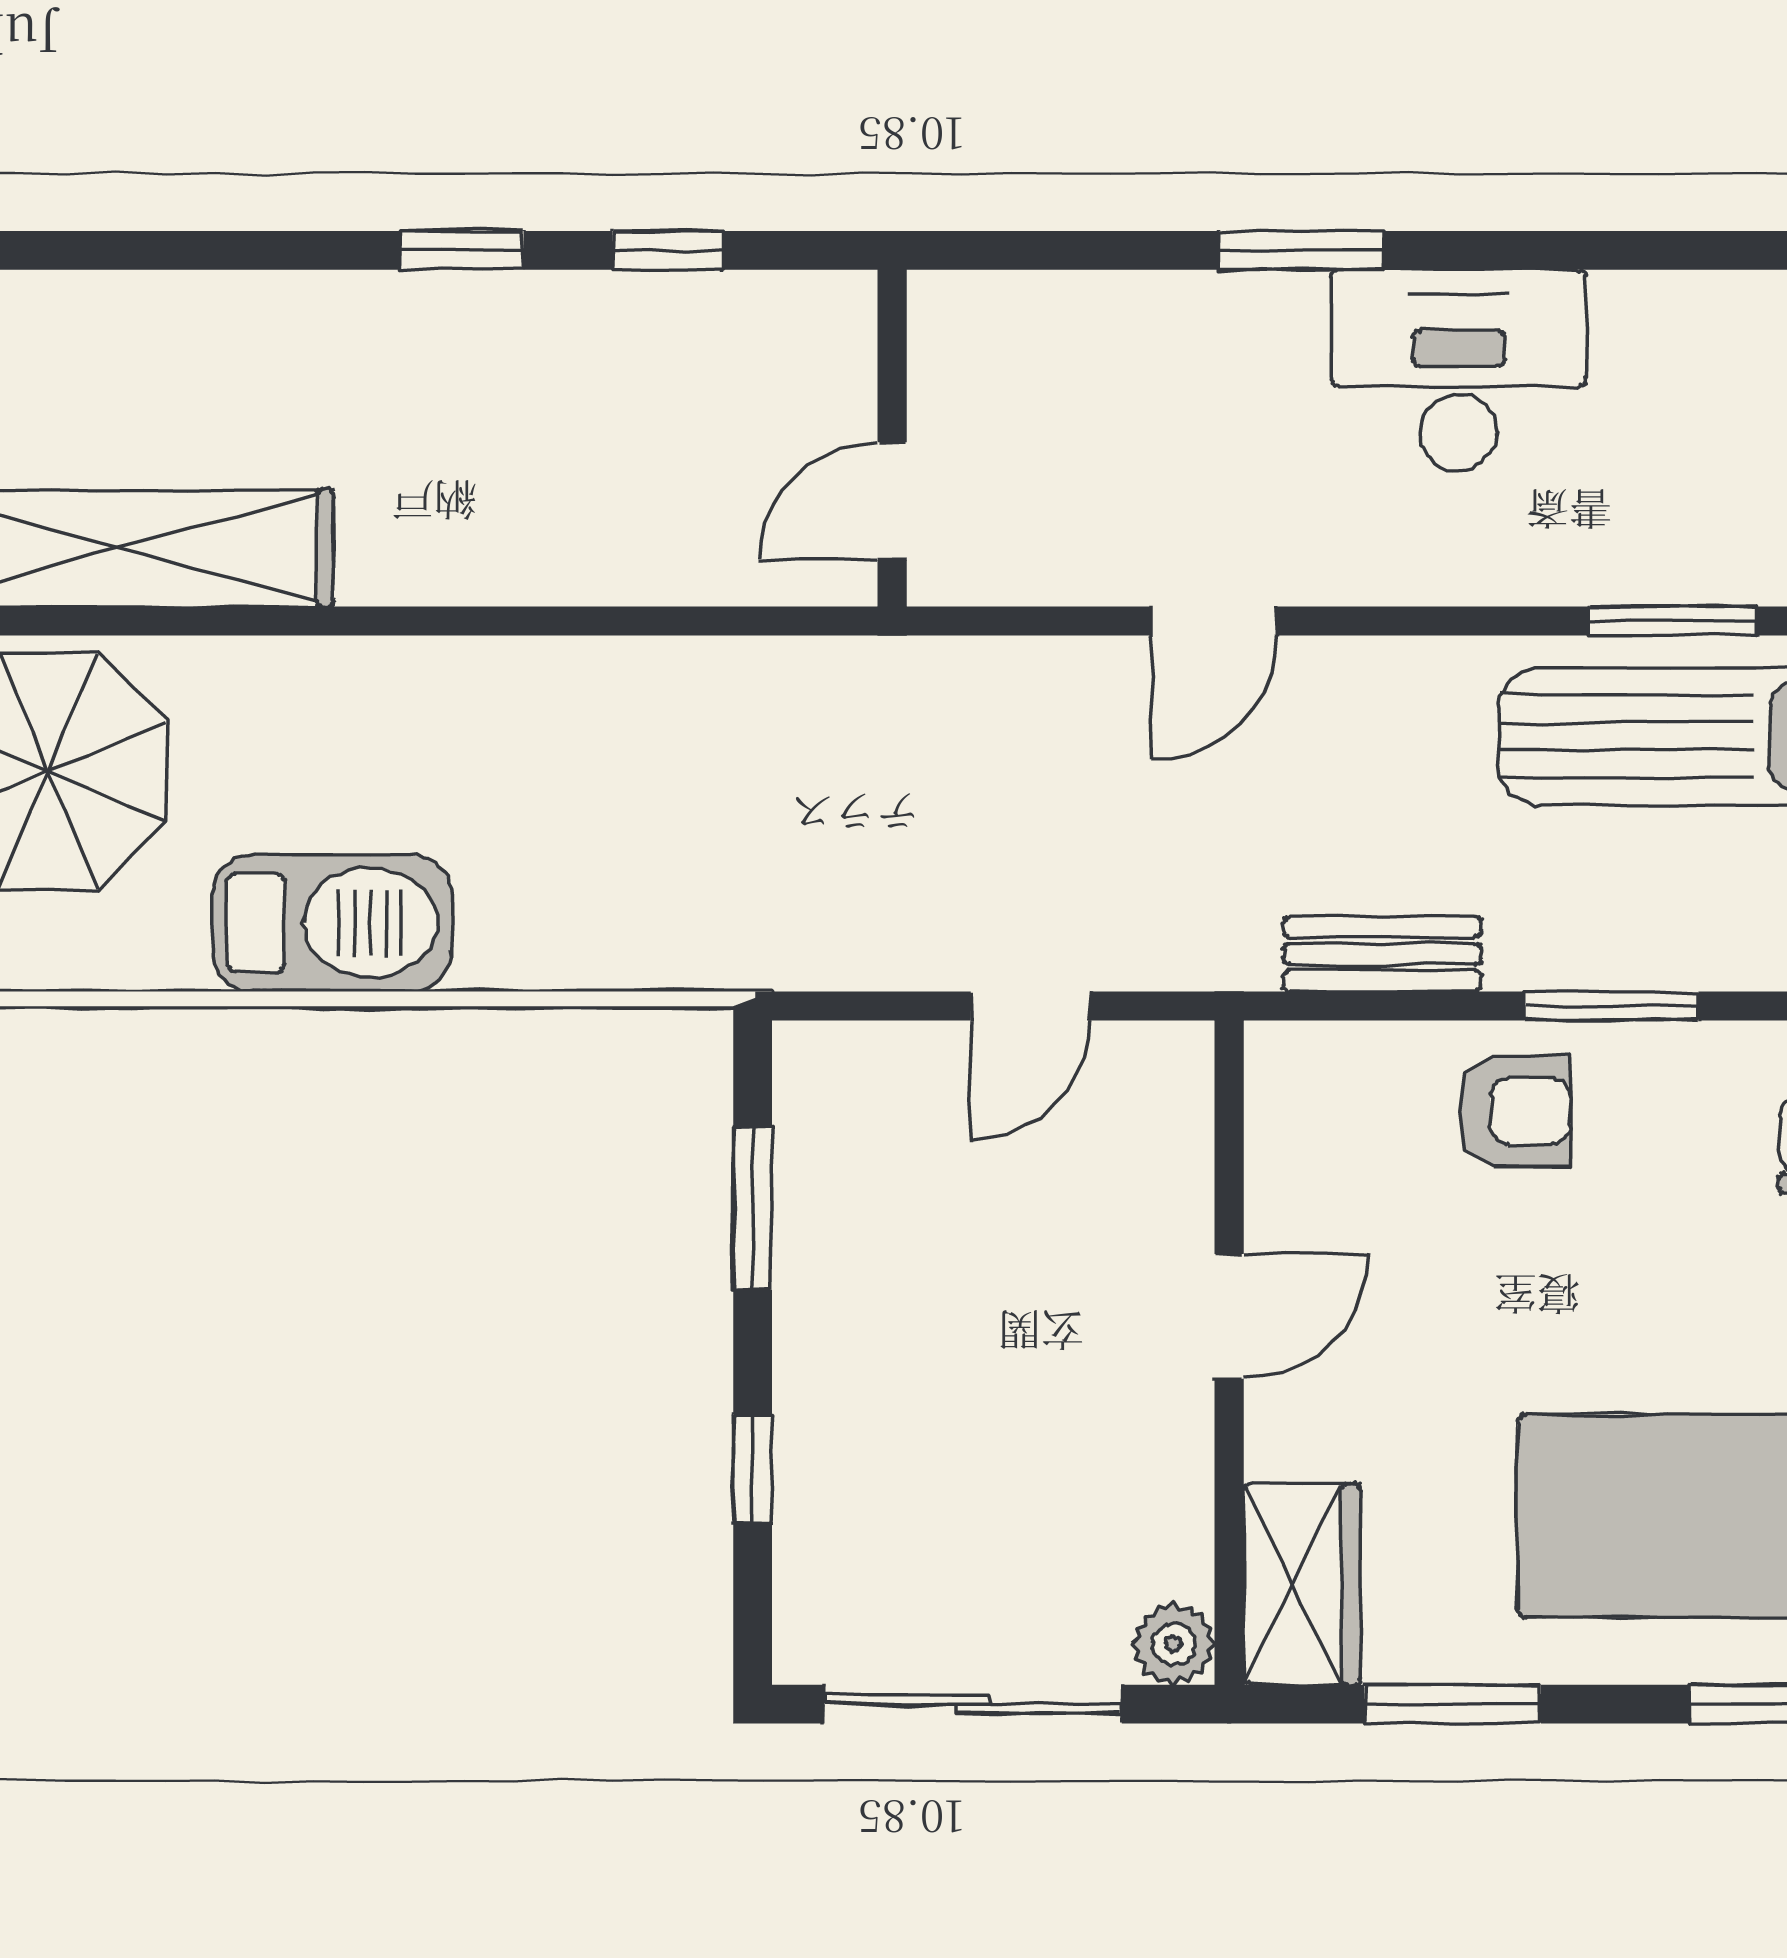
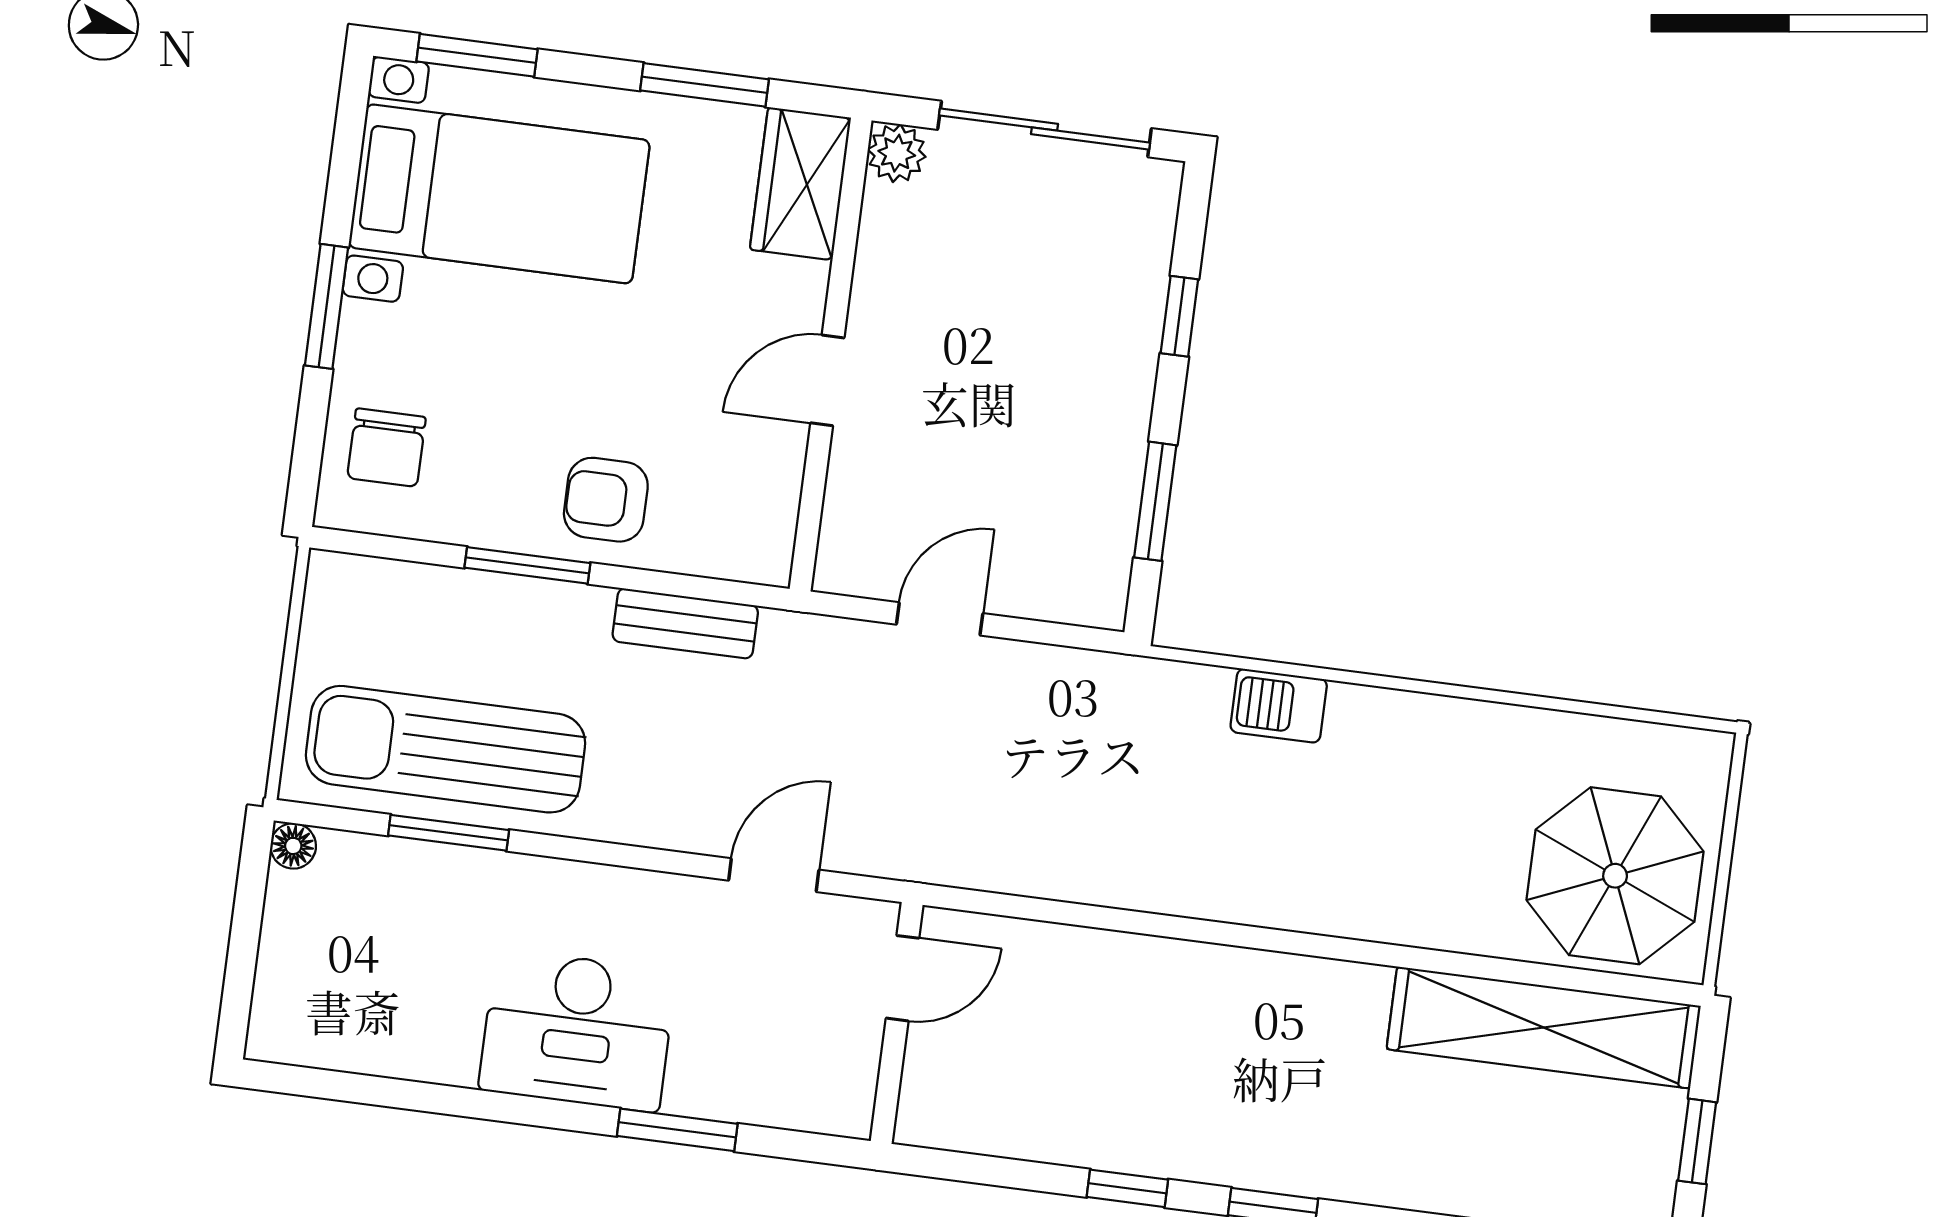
wall: (892, 438) -> (897, 1023), moved
door: (892, 501) -> (902, 978), moved
barbecue: (332, 923) -> (1279, 706), moved, width x0.53, depth x0.65

